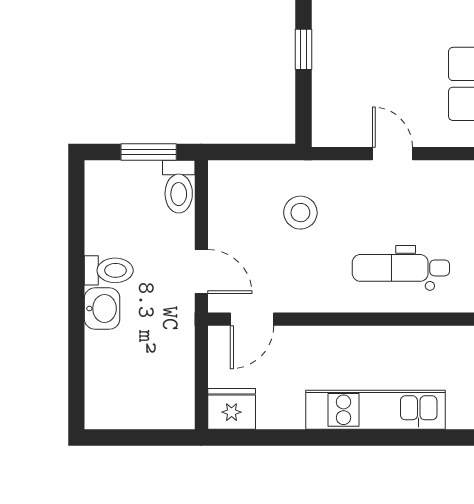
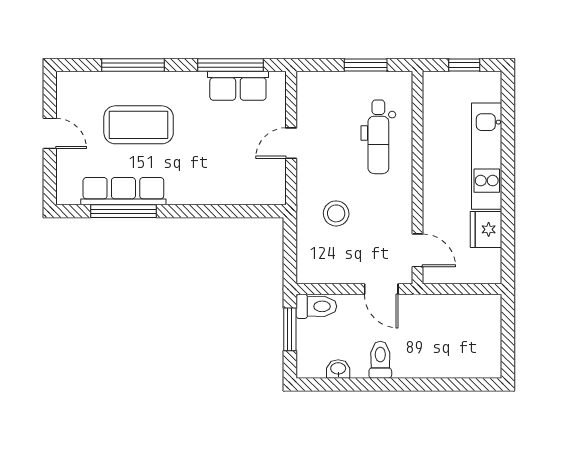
window: (303, 49) -> (212, 211), removed
door: (201, 272) -> (381, 289), swing flipped
washbasin: (102, 308) -> (338, 369), moved, width x0.72, depth x0.69
fridge: (232, 409) -> (486, 229), moved

